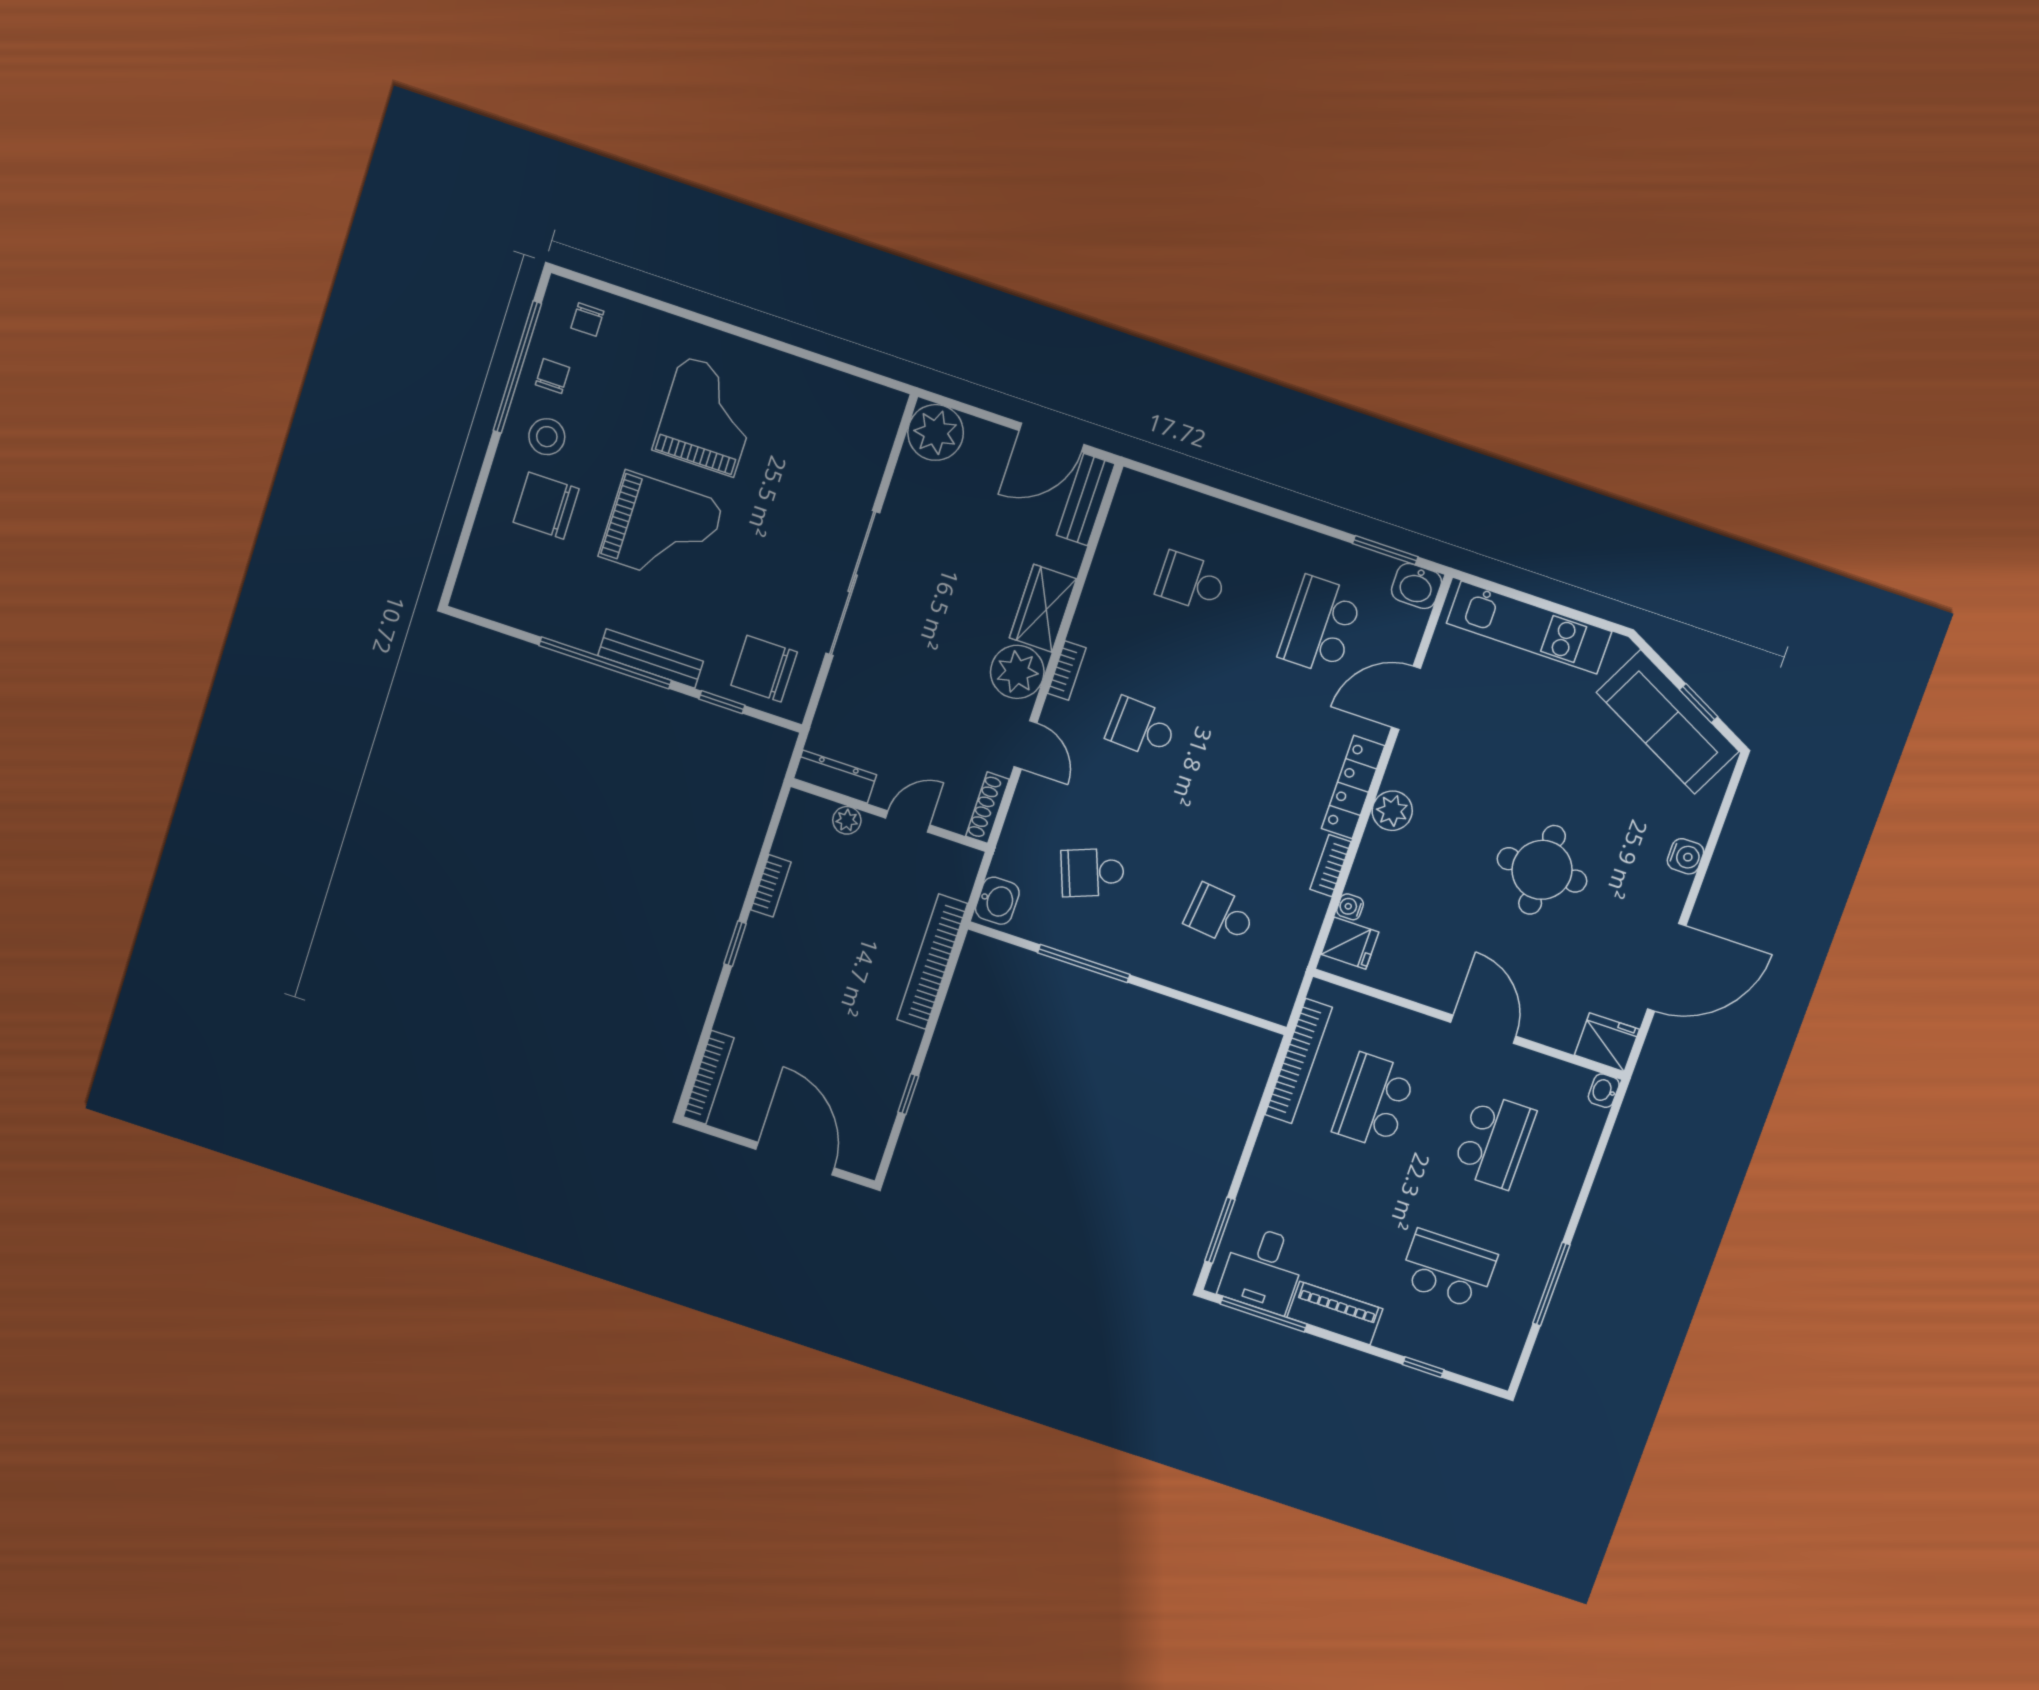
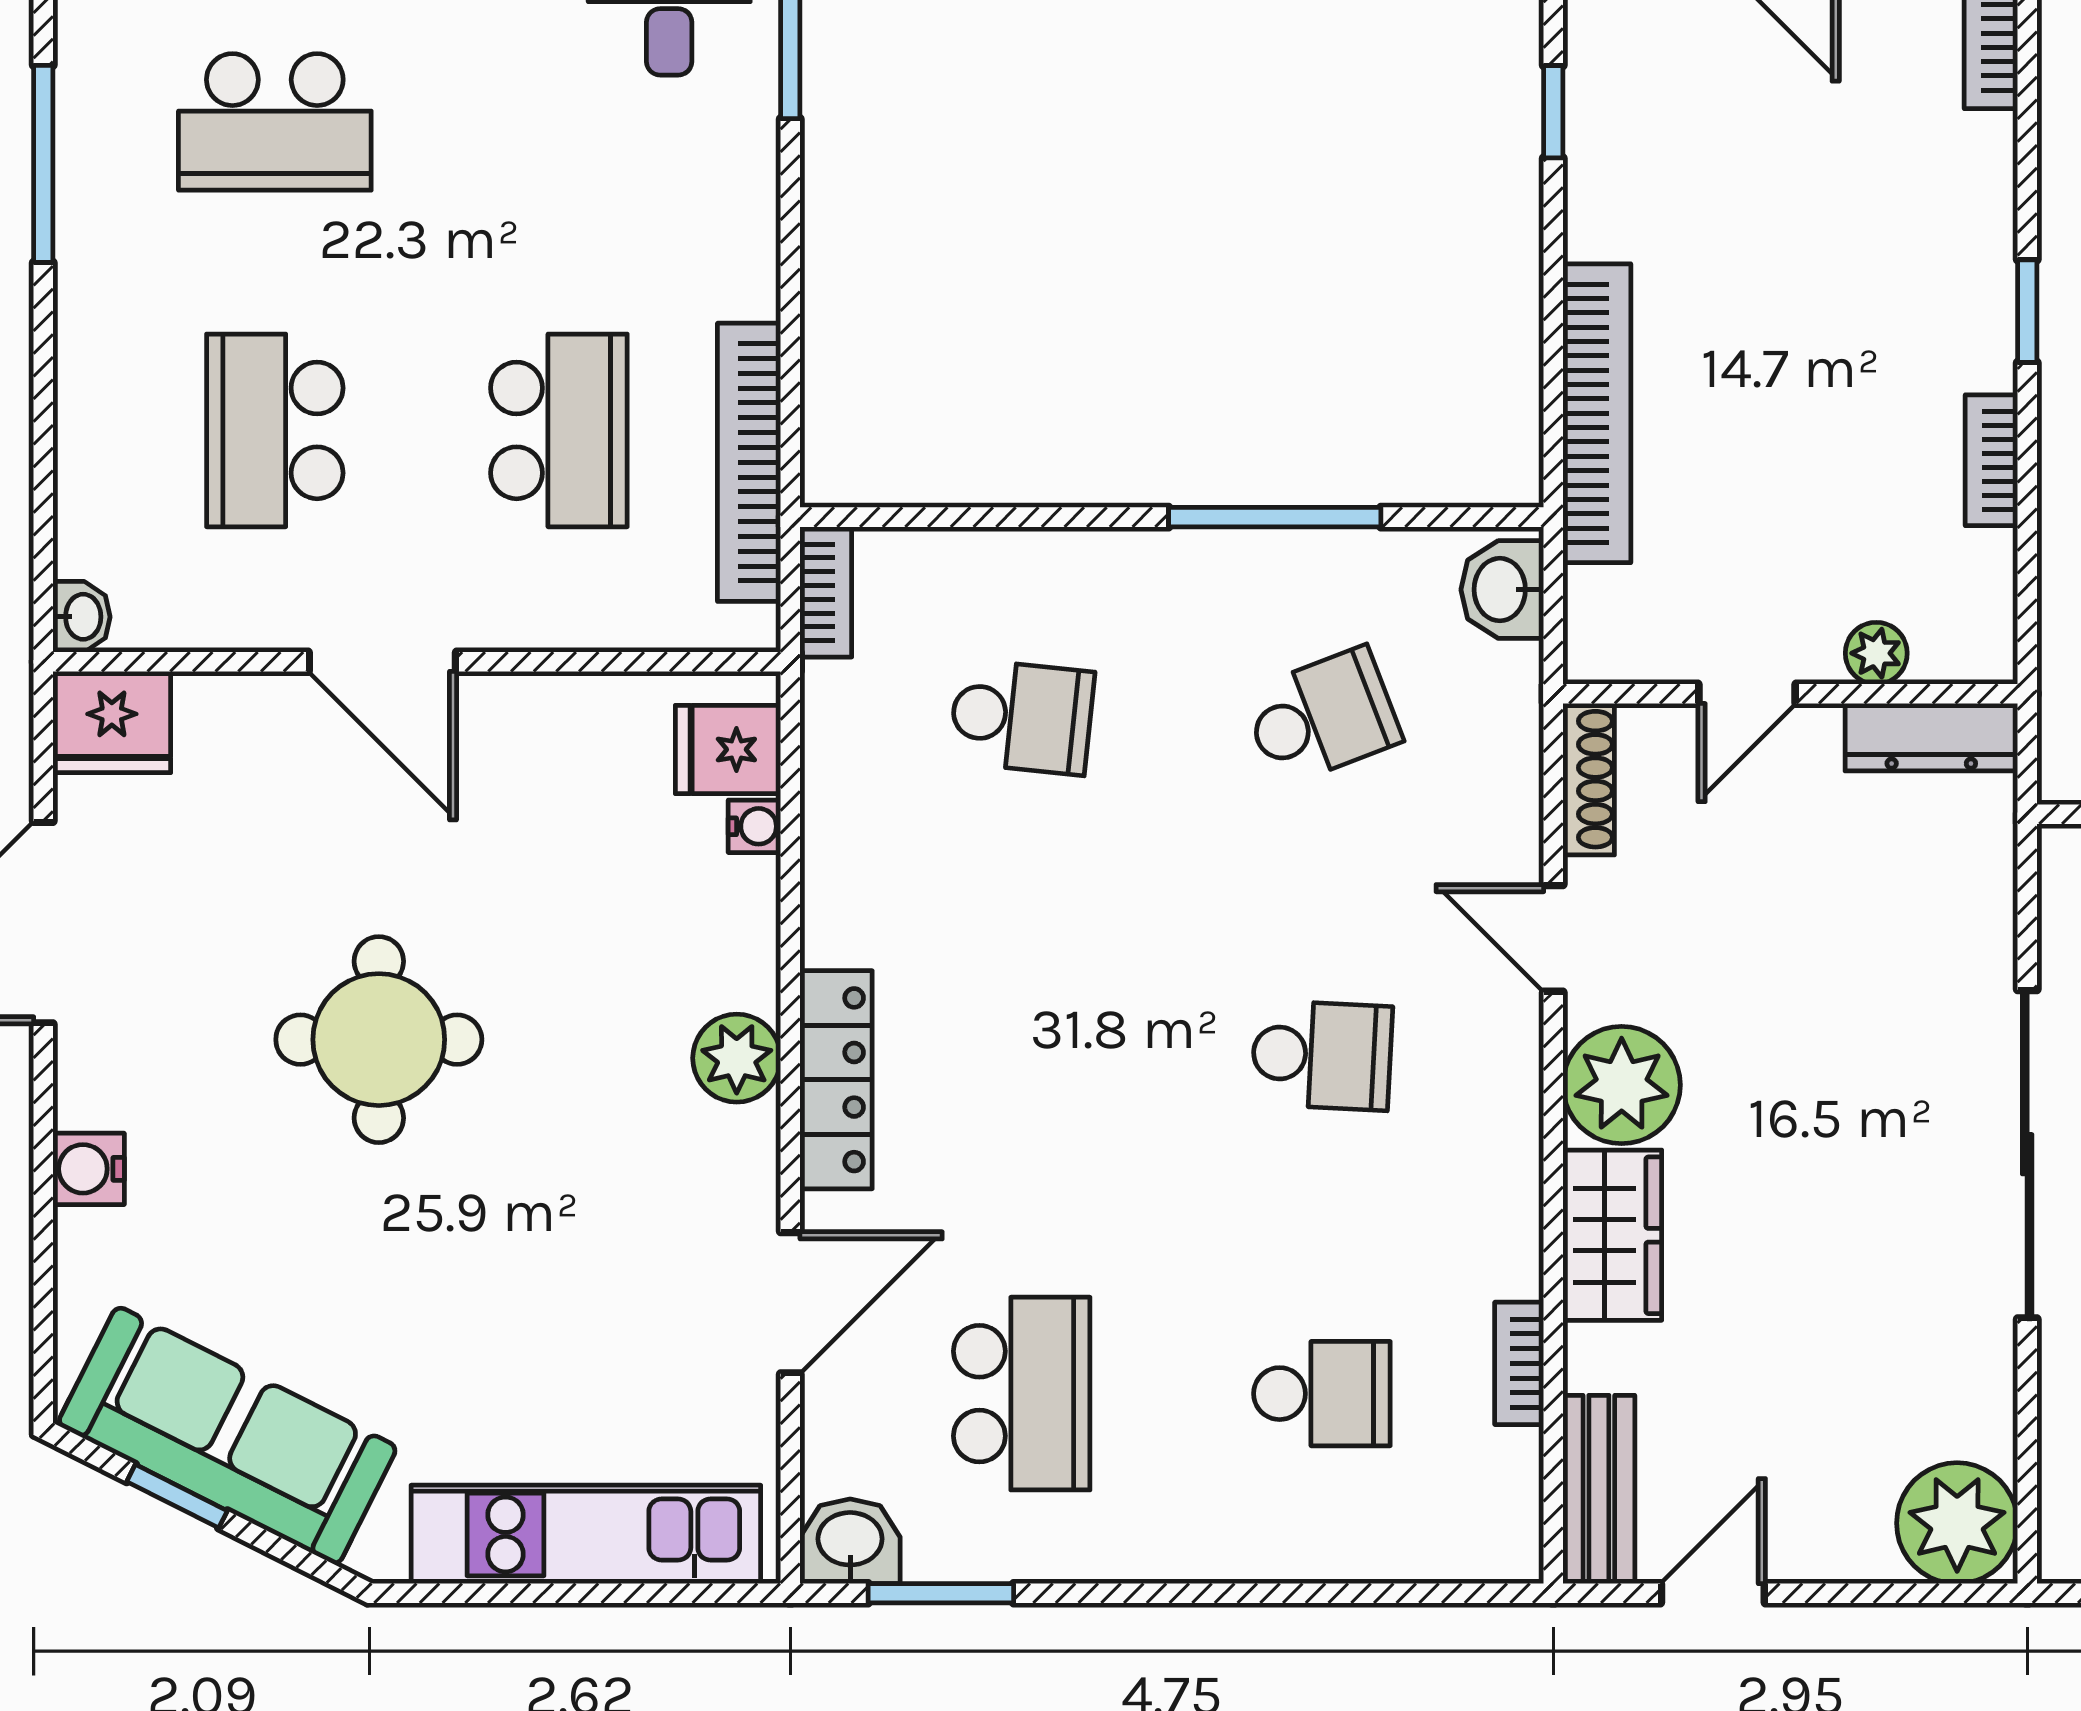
door: (1052, 437) -> (1713, 1593), width x0.73
bookcase: (1067, 670) -> (1519, 1363), moved
bookcase: (1331, 866) -> (826, 592), moved

